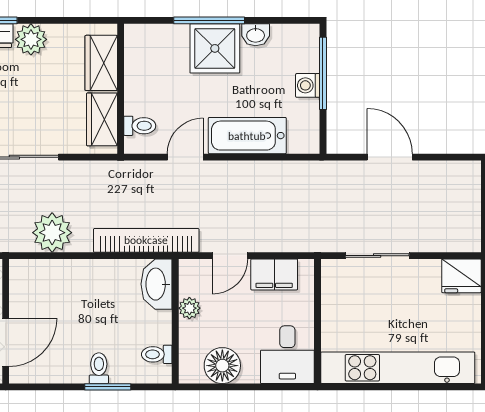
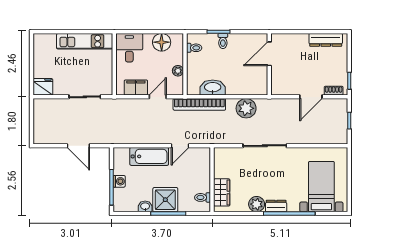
wardrobe: (102, 119) -> (221, 164), removed
toilet: (140, 126) -> (203, 197), moved
washbasin: (157, 284) -> (213, 88), moved, turned -90
kitchen unit: (398, 368) -> (85, 41), width x0.73

